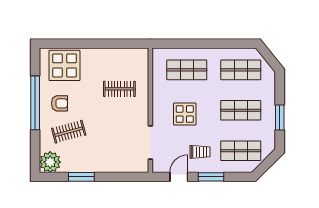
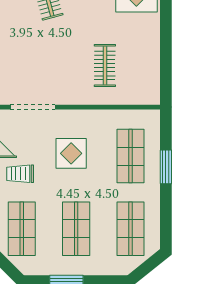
window: (195, 44) -> (166, 167), added
trolley: (200, 152) -> (20, 174), turned 90

